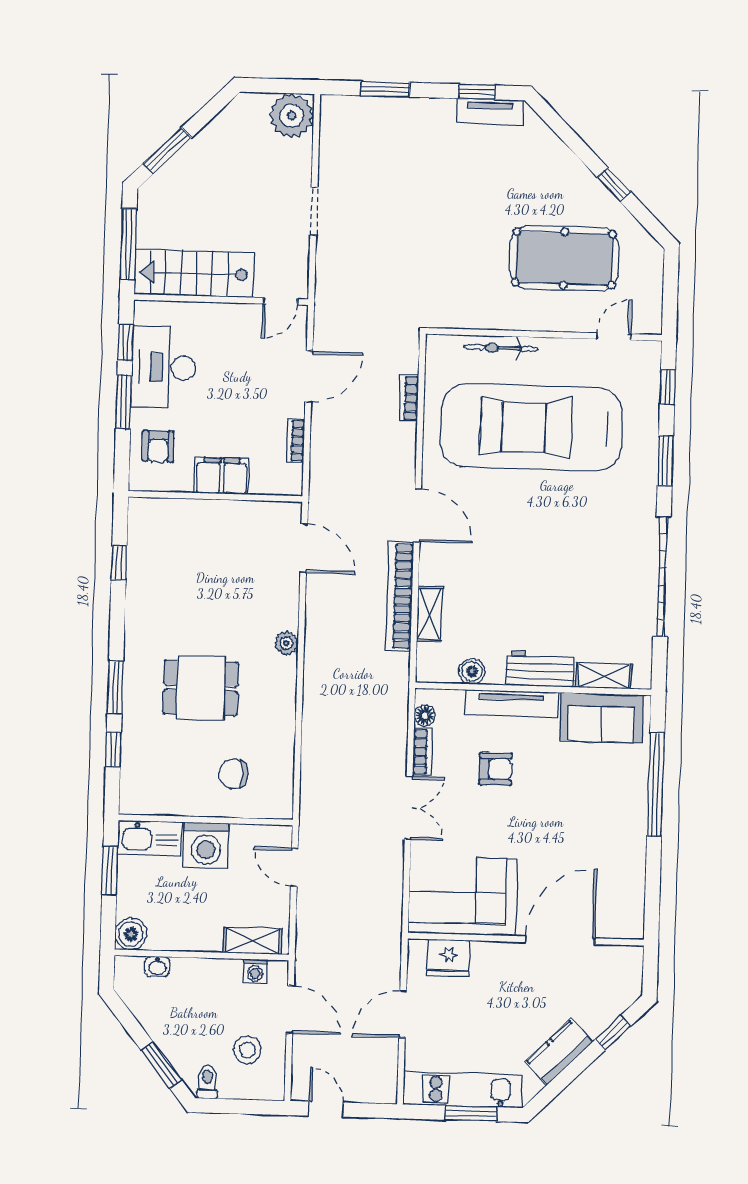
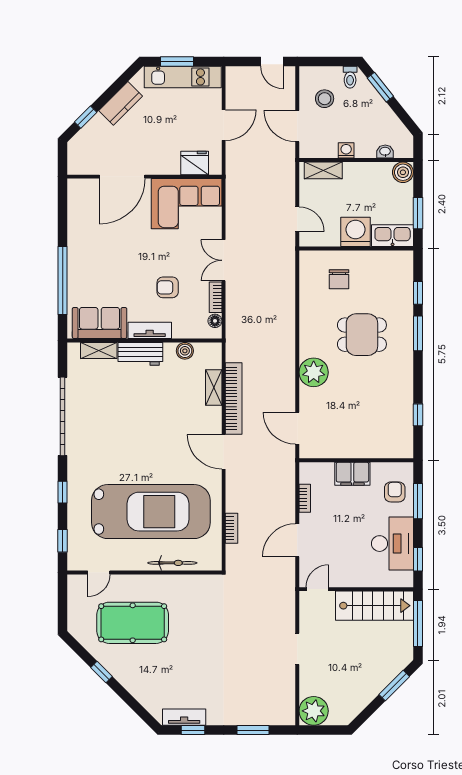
window: (124, 402) -> (418, 501), moved
window: (665, 461) -> (63, 492), width x0.67
plant: (286, 643) -> (314, 372), width x1.88, depth x1.88
tv unit: (511, 704) -> (150, 330), width x0.71
chair: (233, 774) -> (339, 279), turned 90
washing machine: (255, 971) -> (346, 150), moved

